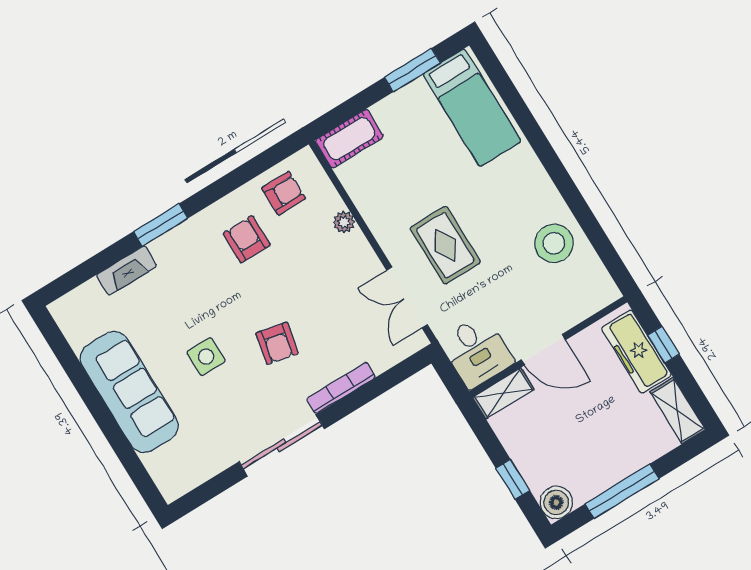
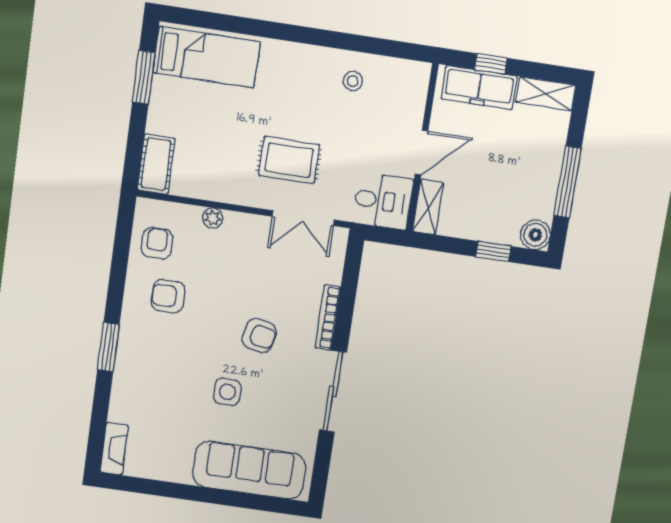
stool: (554, 243) -> (353, 81), width x0.53, depth x0.53
fireplace: (127, 270) -> (114, 449), moved
sofa: (129, 392) -> (249, 470), moved

